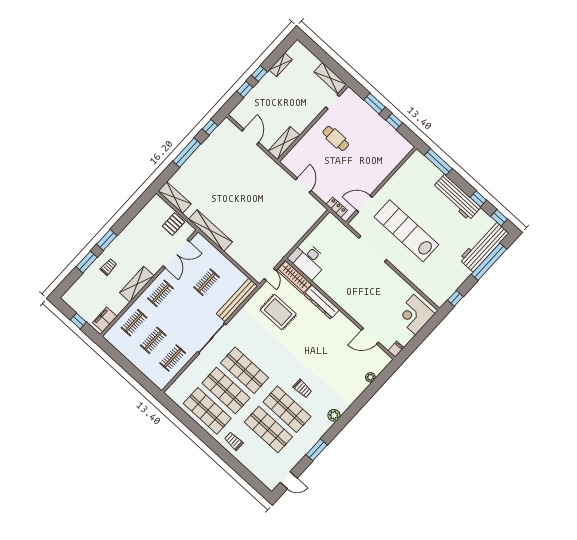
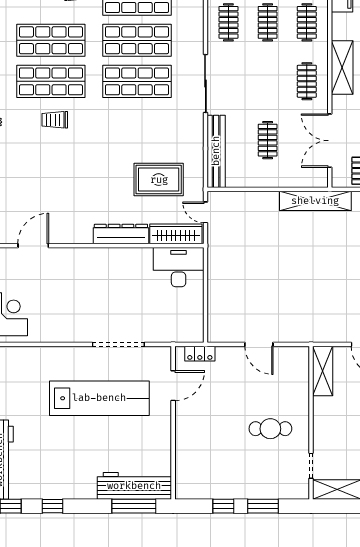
workbench: (457, 197) -> (134, 486), moved

